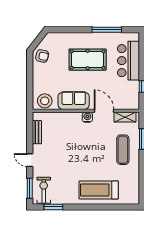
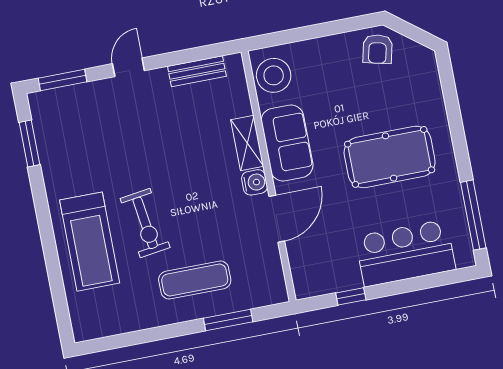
window: (107, 30) -> (473, 215), moved
pool table: (88, 60) -> (390, 157), turned 90
shelving: (125, 117) -> (247, 143), moved
exercise bike: (44, 190) -> (145, 223), moved, turned 82
treadmill: (99, 190) -> (90, 242), turned 180

